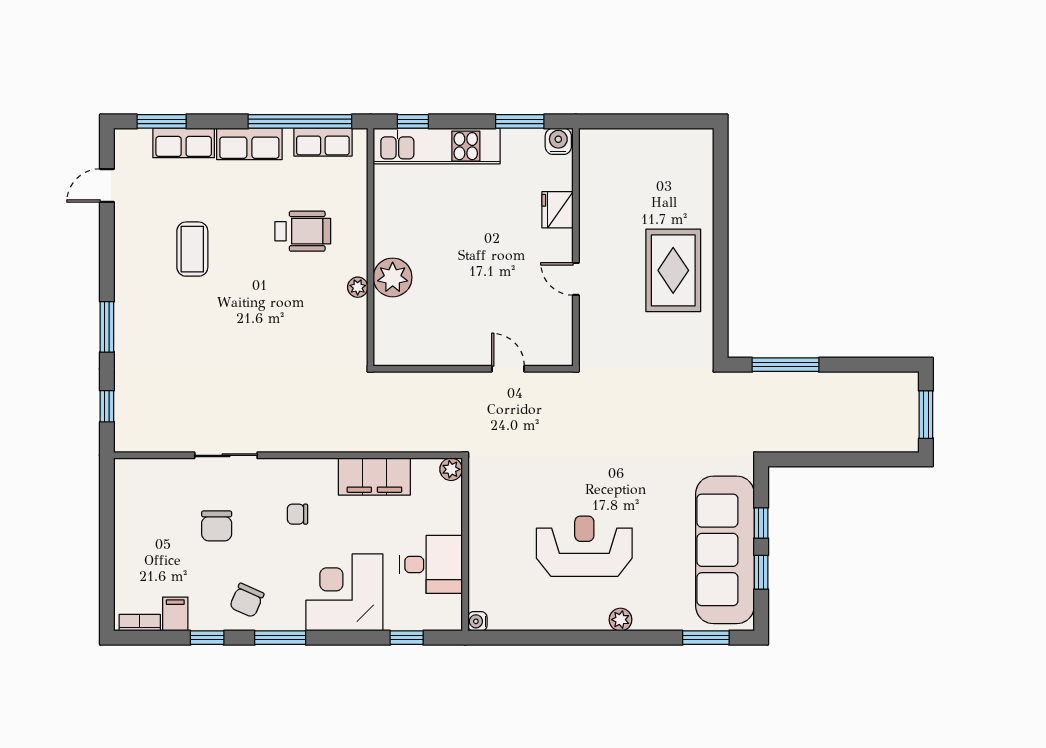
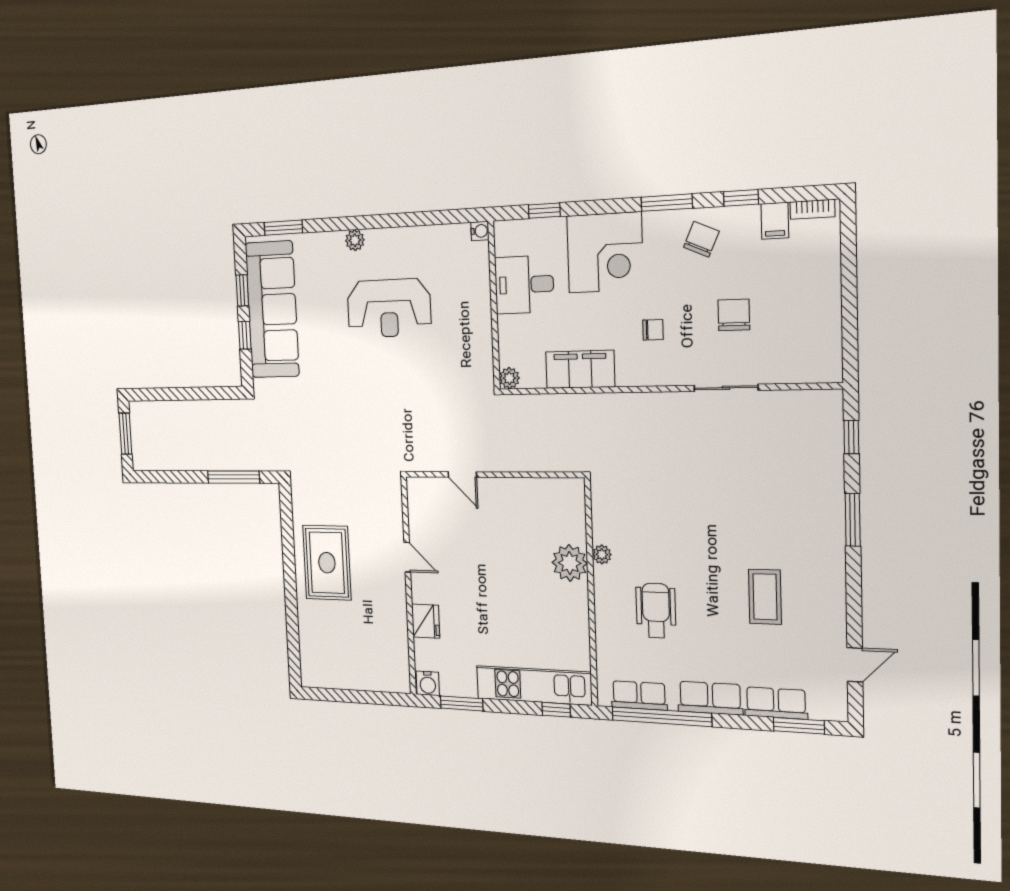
wheelchair: (303, 231) -> (656, 611), turned 90

